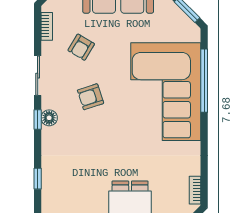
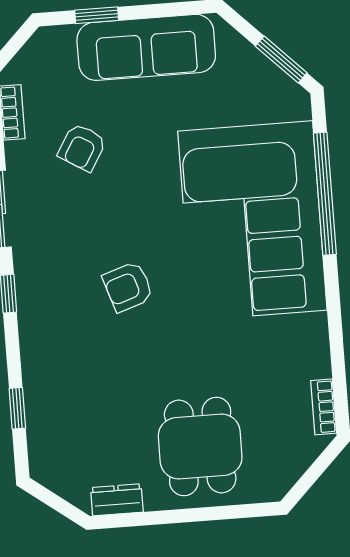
armchair: (91, 97) -> (128, 287), moved
floor lamp: (49, 118) -> (31, 289), removed

